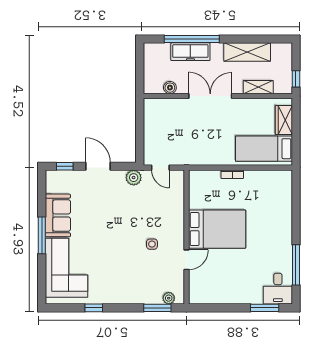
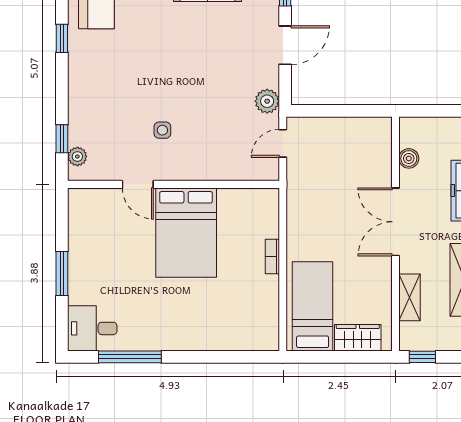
double door: (210, 96) -> (395, 222), swing flipped
window: (157, 308) -> (62, 139), width x0.67
window: (265, 308) -> (62, 274), moved

